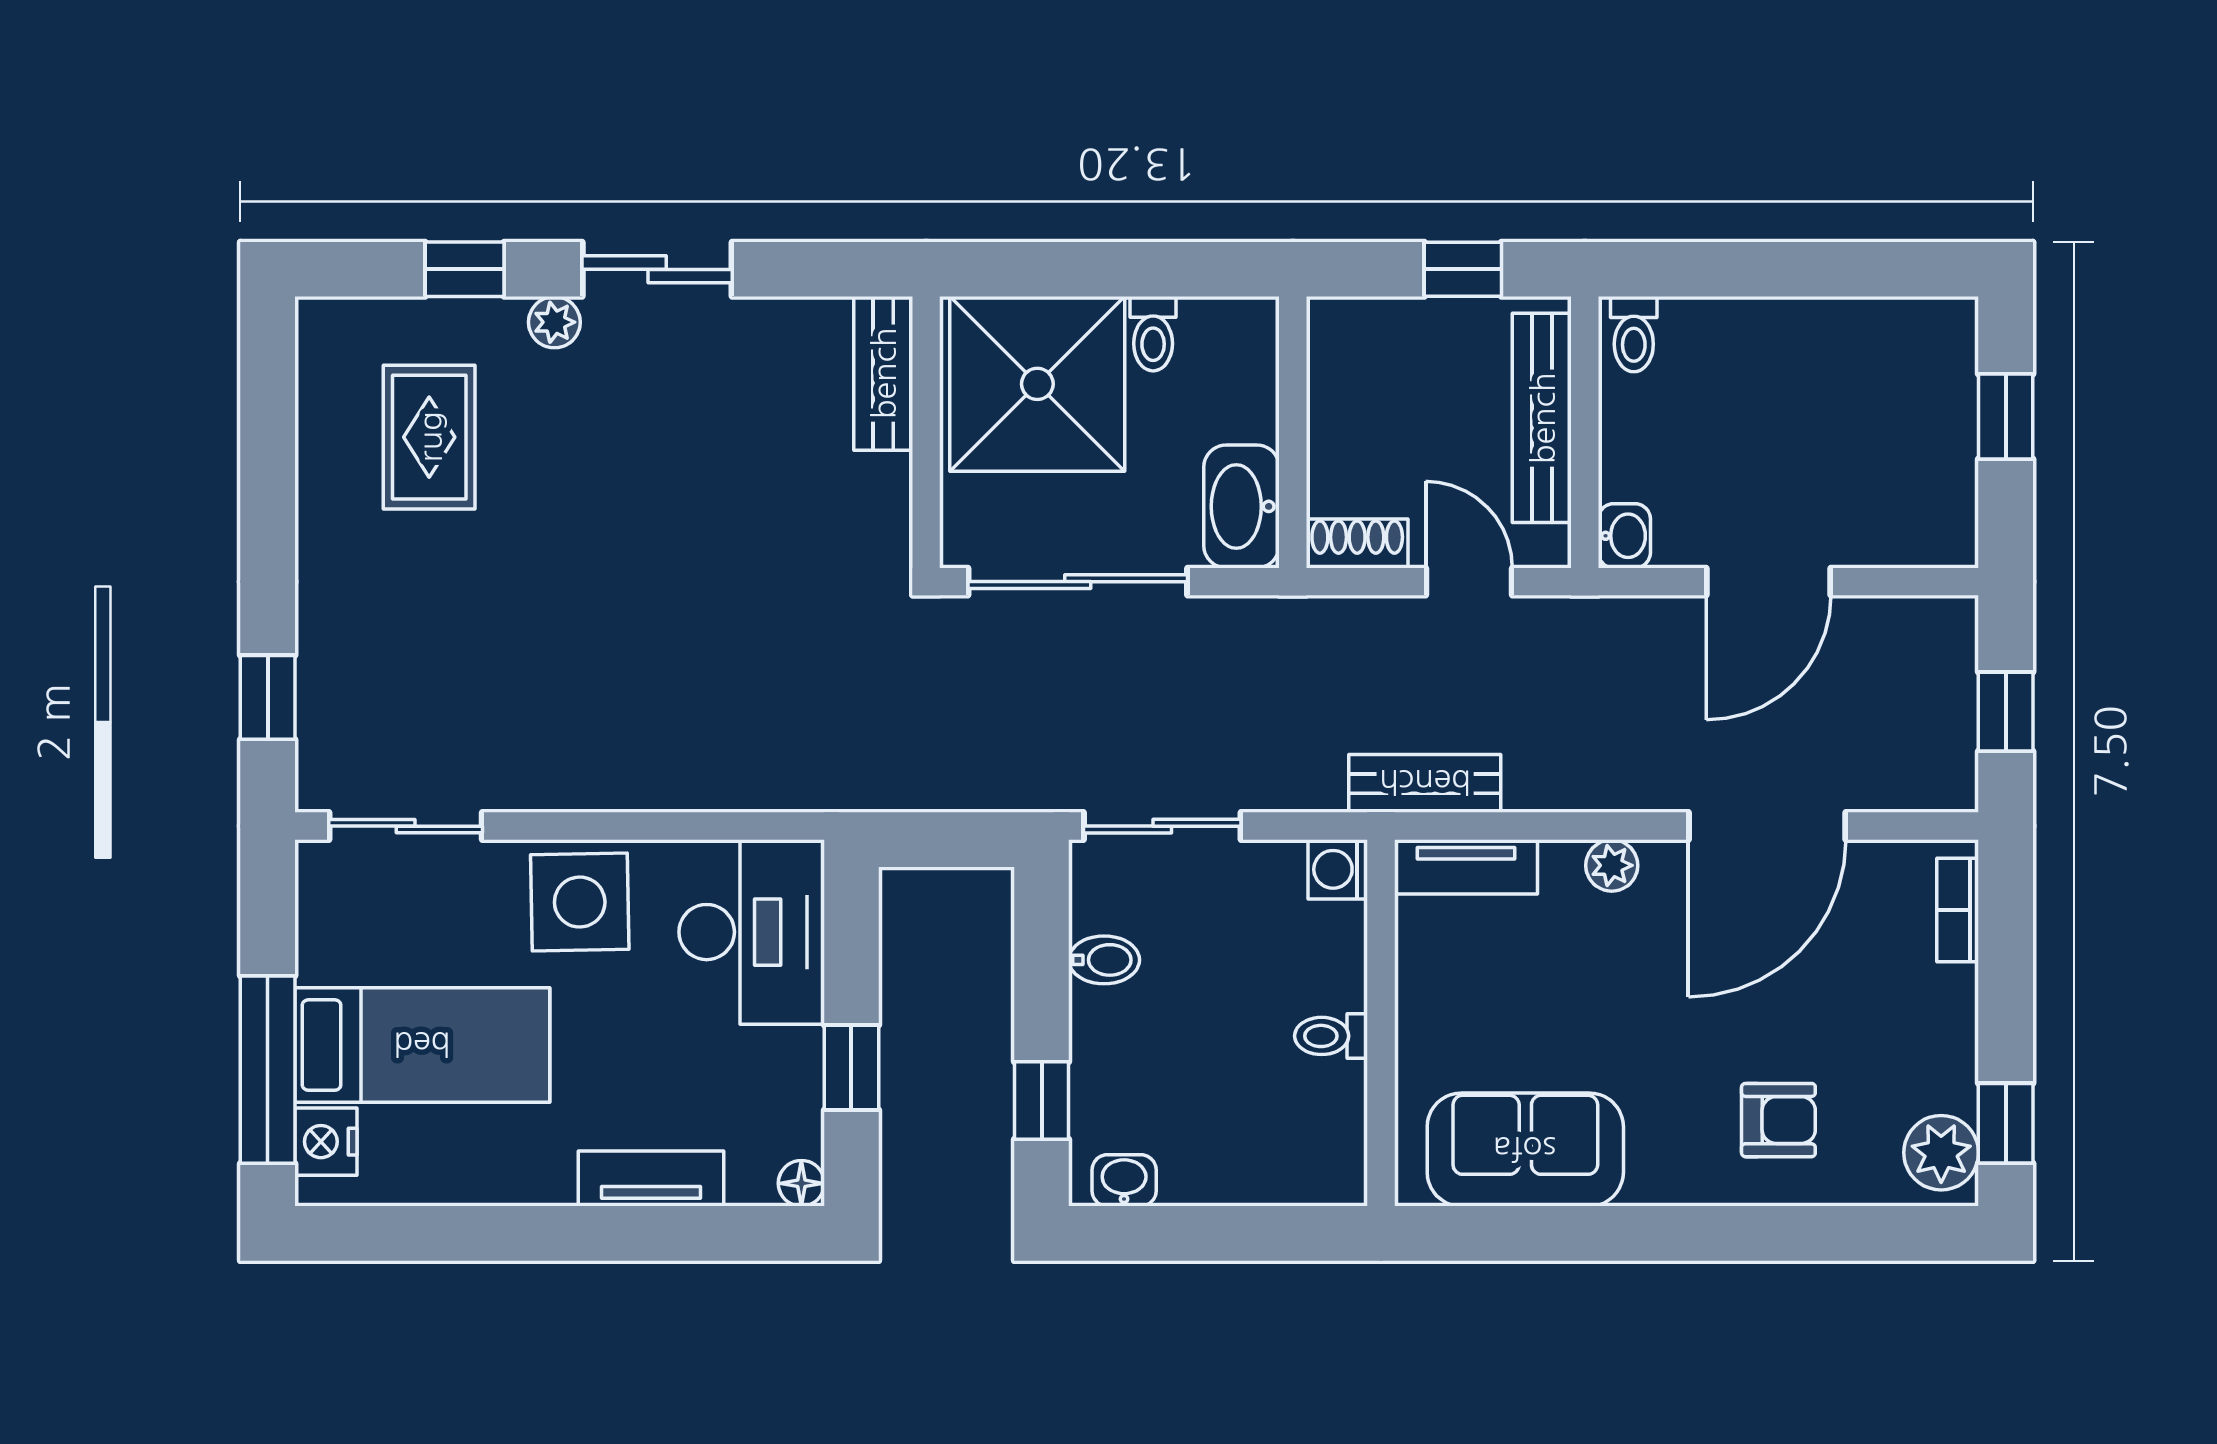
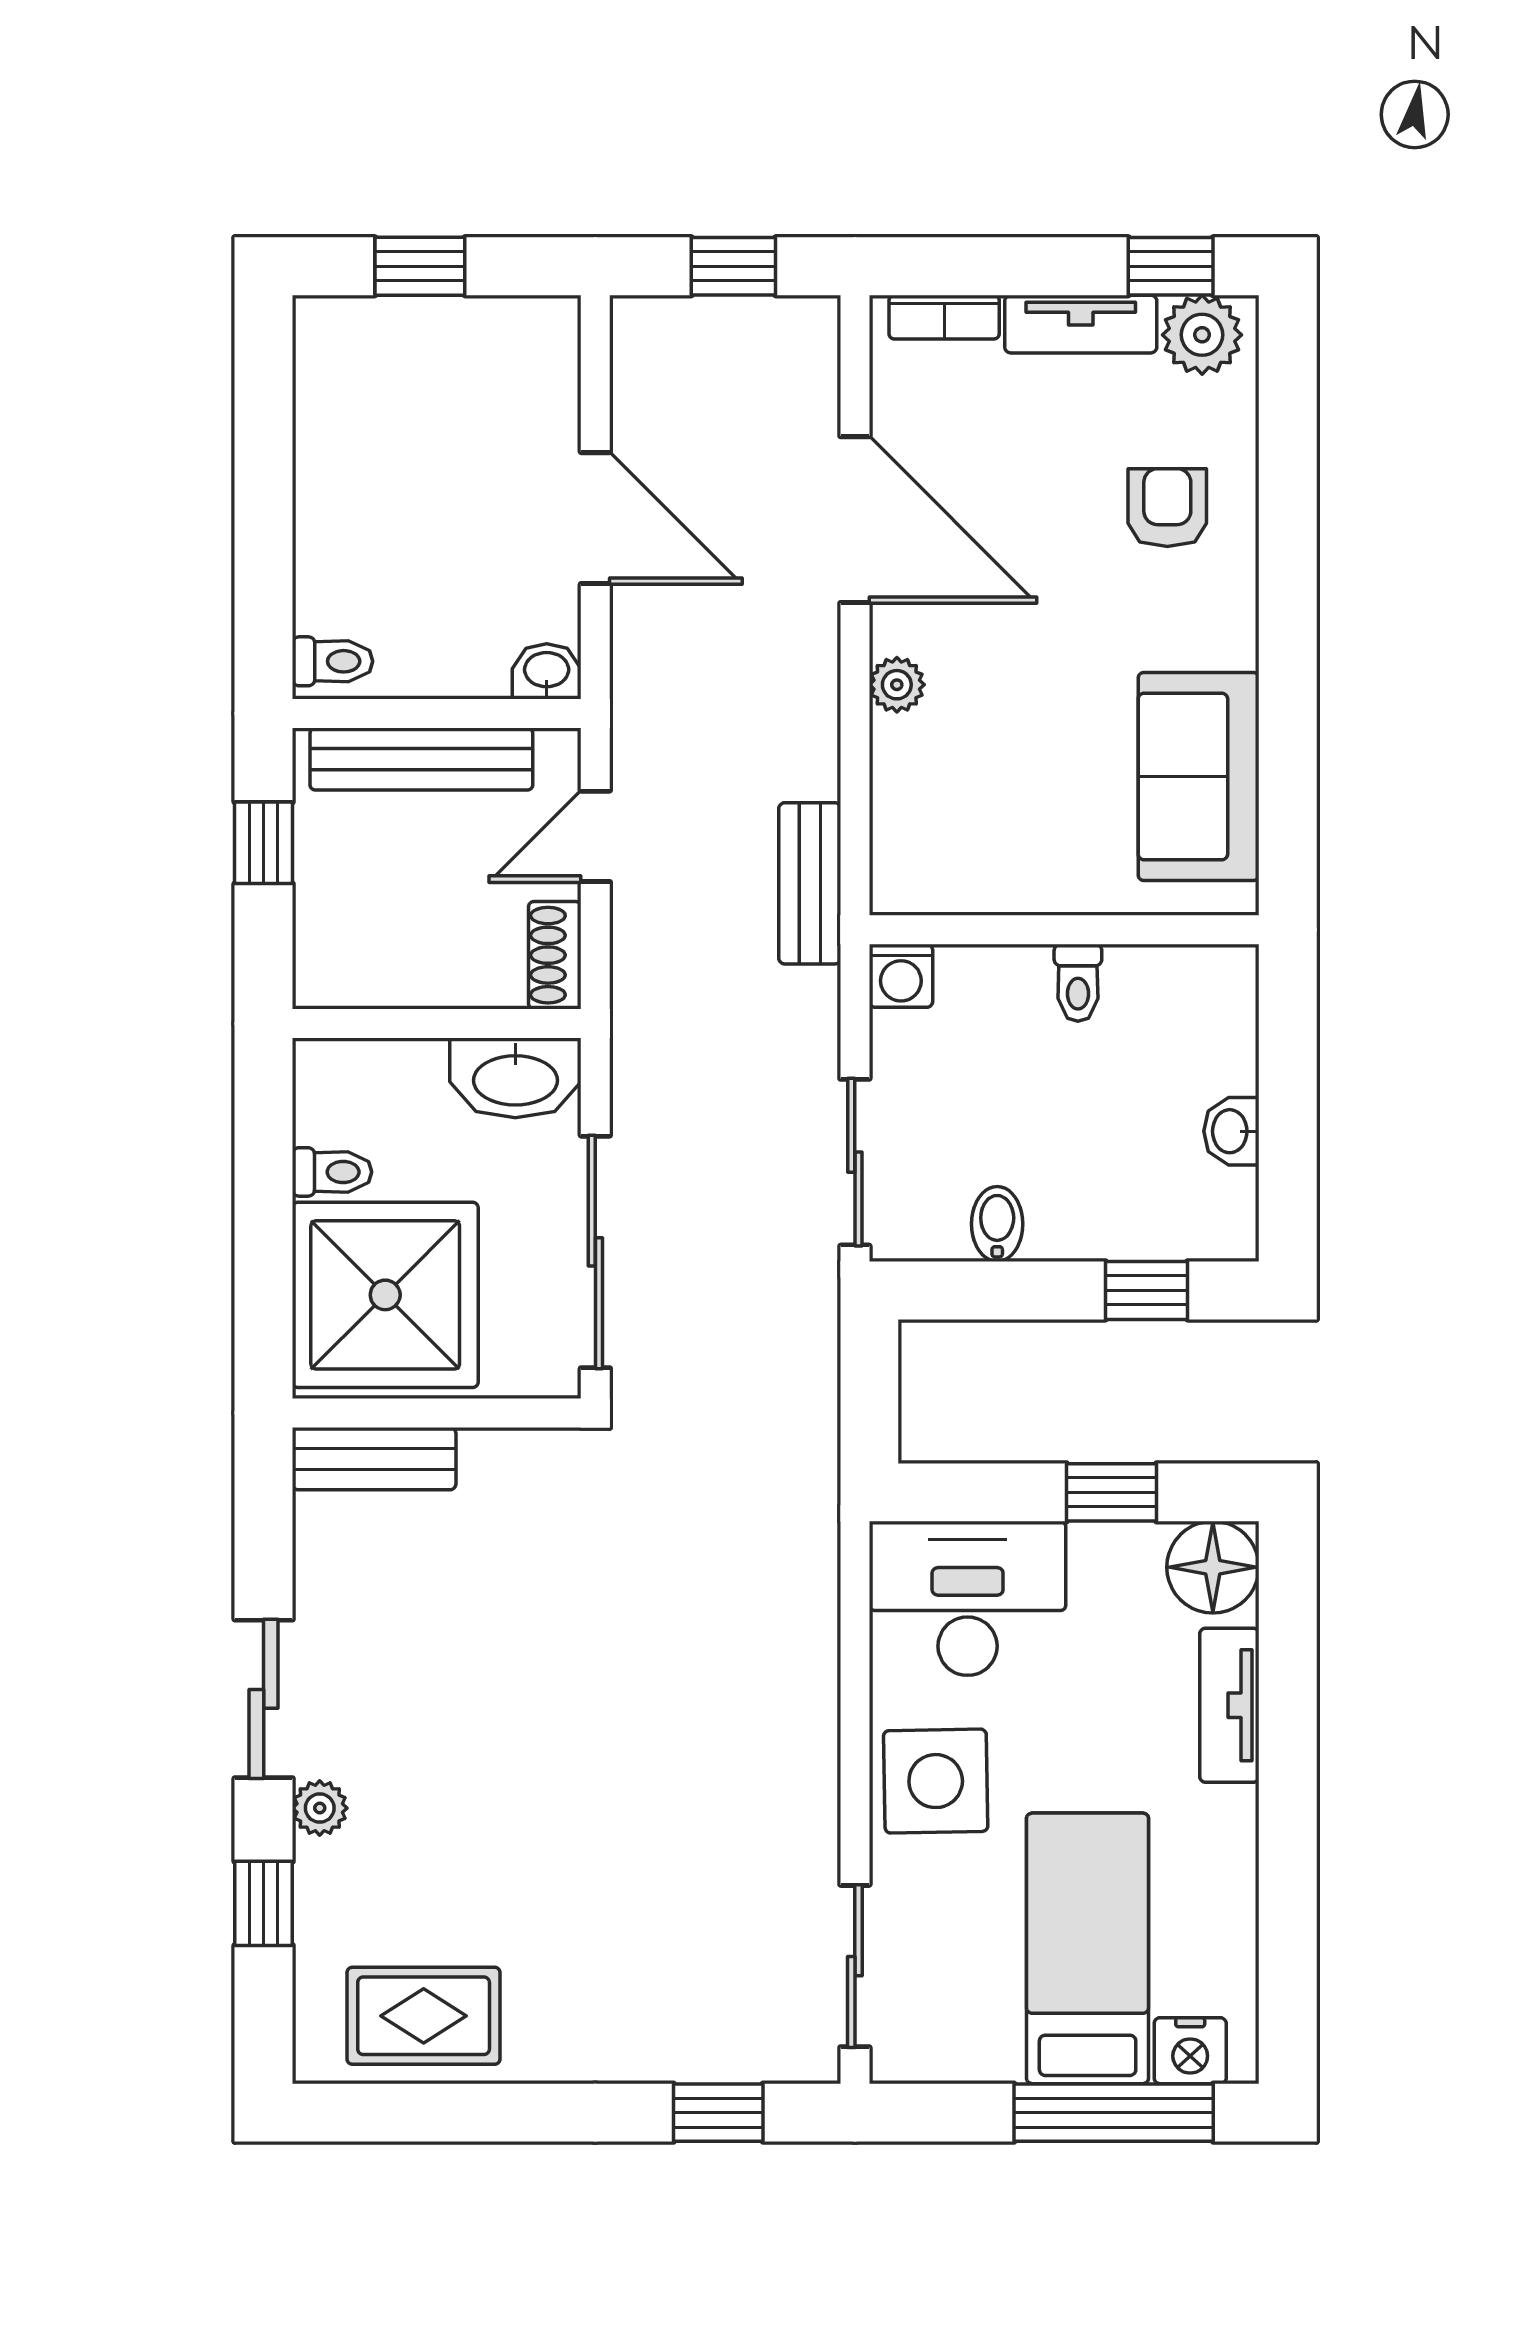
rug: (429, 437) -> (424, 2016), moved
tv unit: (1466, 867) -> (1081, 324), moved, turned 90
washbasin: (1124, 1180) -> (1231, 1131), moved
floor lamp: (801, 1183) -> (1213, 1567), width x1.89, depth x1.89

